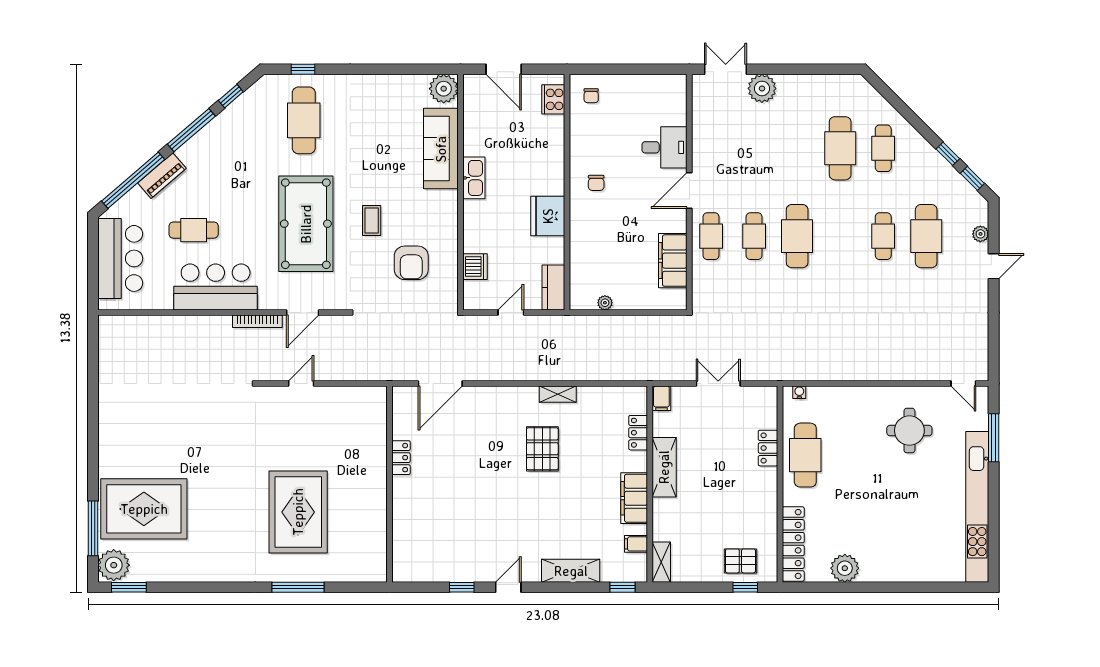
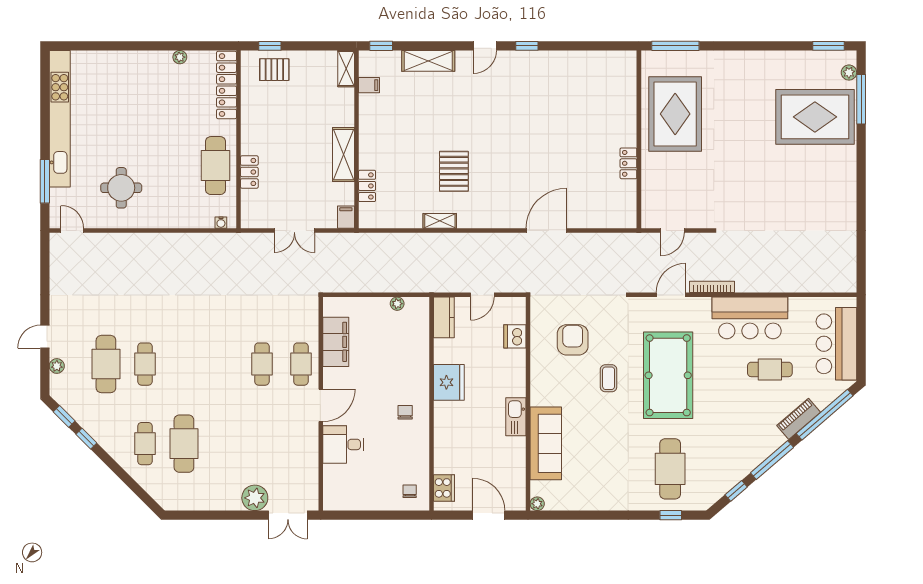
plant: (444, 89) -> (537, 504), width x0.53, depth x0.53
cafe table: (797, 236) -> (223, 364), removed
locker: (401, 458) -> (628, 163), moved
wall: (389, 484) -> (639, 139), moved
filing cabinet: (634, 498) -> (371, 127), removed
plant: (114, 565) -> (849, 73), width x0.53, depth x0.53
plant: (845, 568) -> (180, 57), width x0.53, depth x0.53

